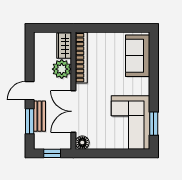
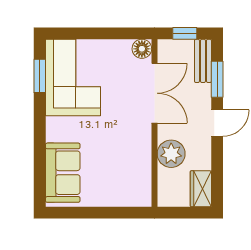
wardrobe: (64, 46) -> (201, 189), moved, turned 180
bookcase: (81, 58) -> (143, 170), removed
bench: (39, 116) -> (203, 61), moved

